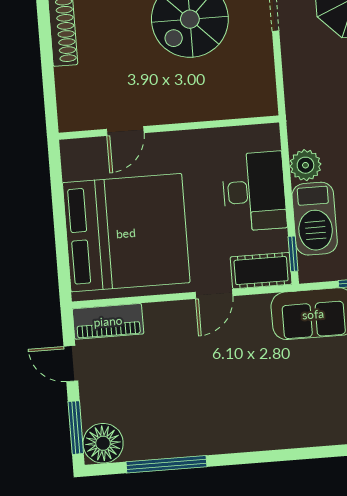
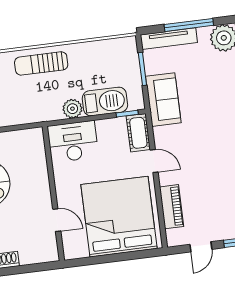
desk: (254, 191) -> (73, 142), moved
piano: (108, 321) -> (172, 207), moved

